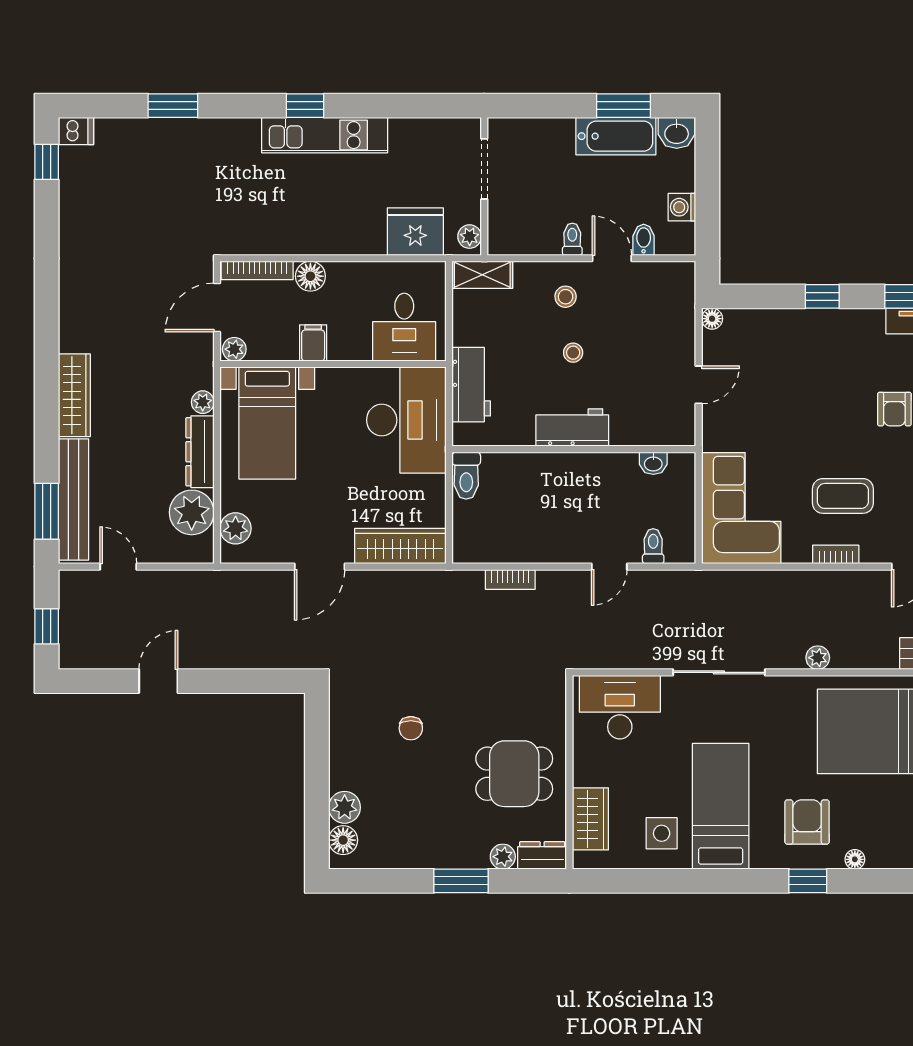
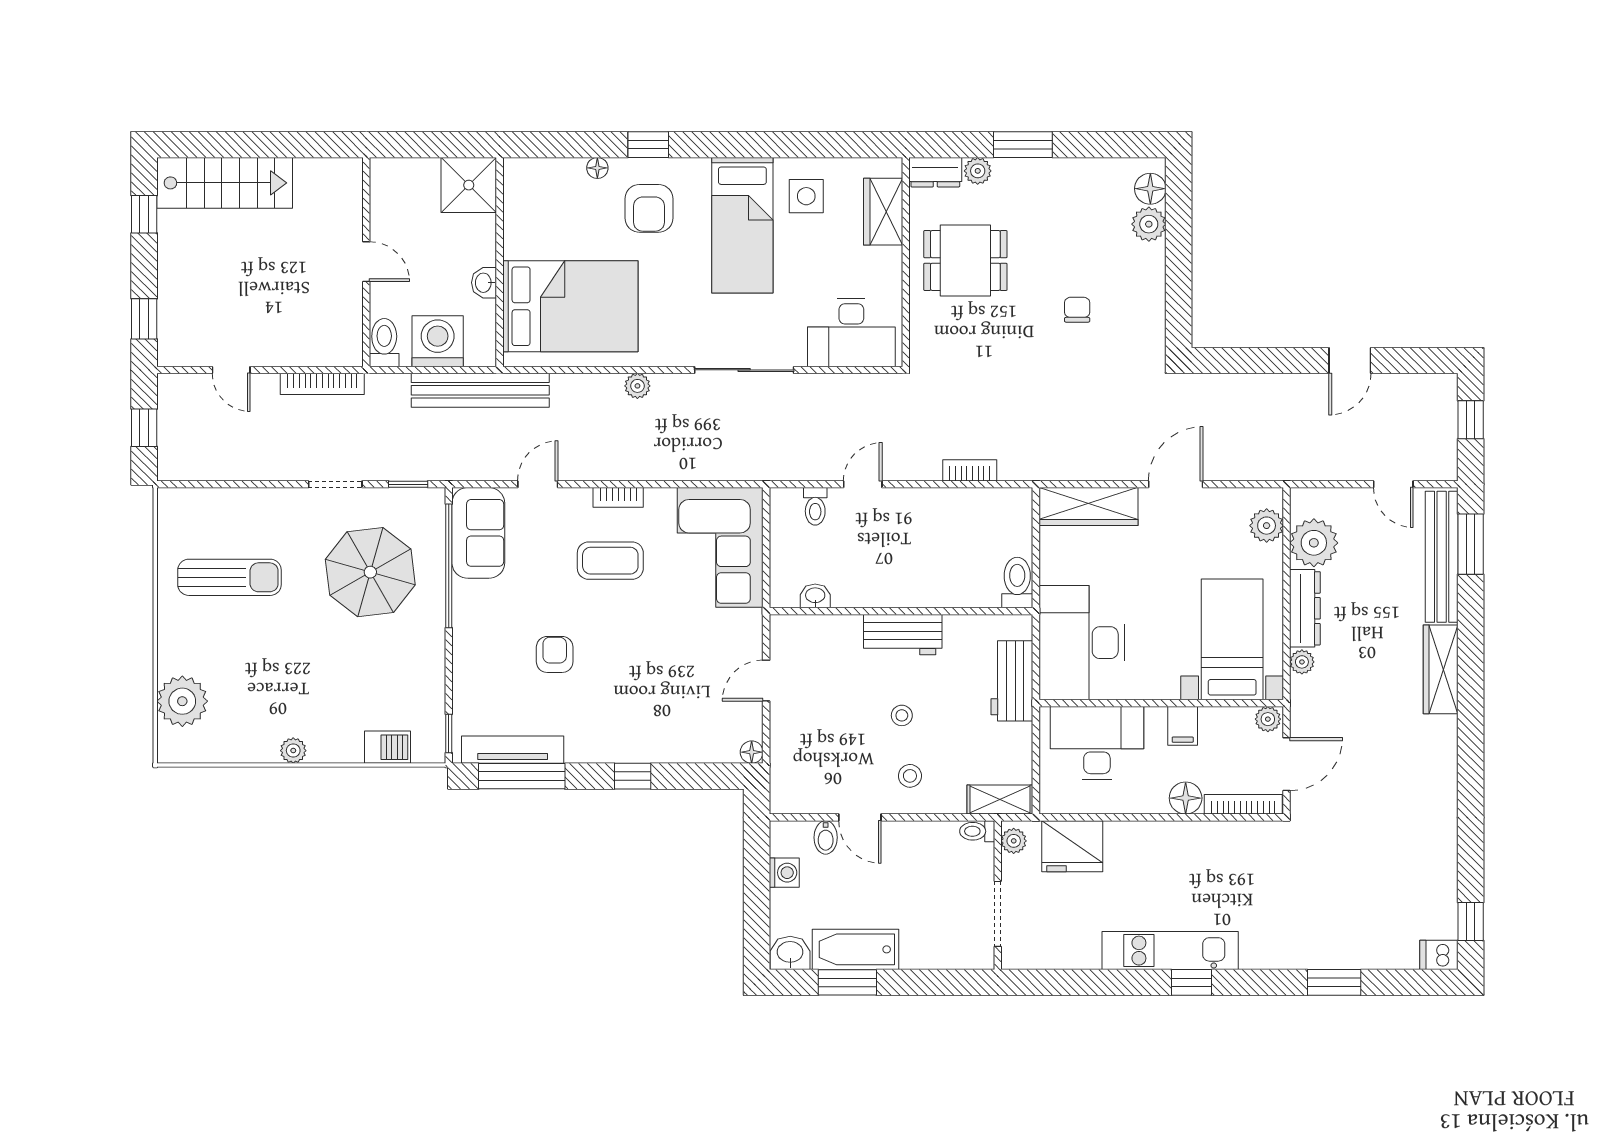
toilet: (572, 239) -> (977, 831), moved, turned 90
desk: (404, 327) -> (1097, 743), width x1.37

